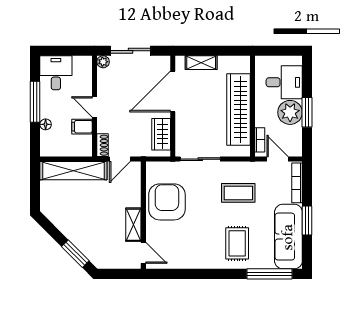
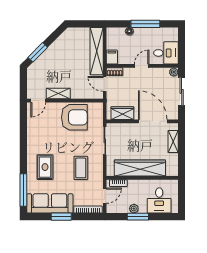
desk: (56, 73) -> (166, 53), moved
plant: (290, 112) -> (134, 209), width x0.53, depth x0.53
filing cabinet: (82, 127) -> (112, 57), moved
rug: (237, 243) -> (45, 167), turned 90

